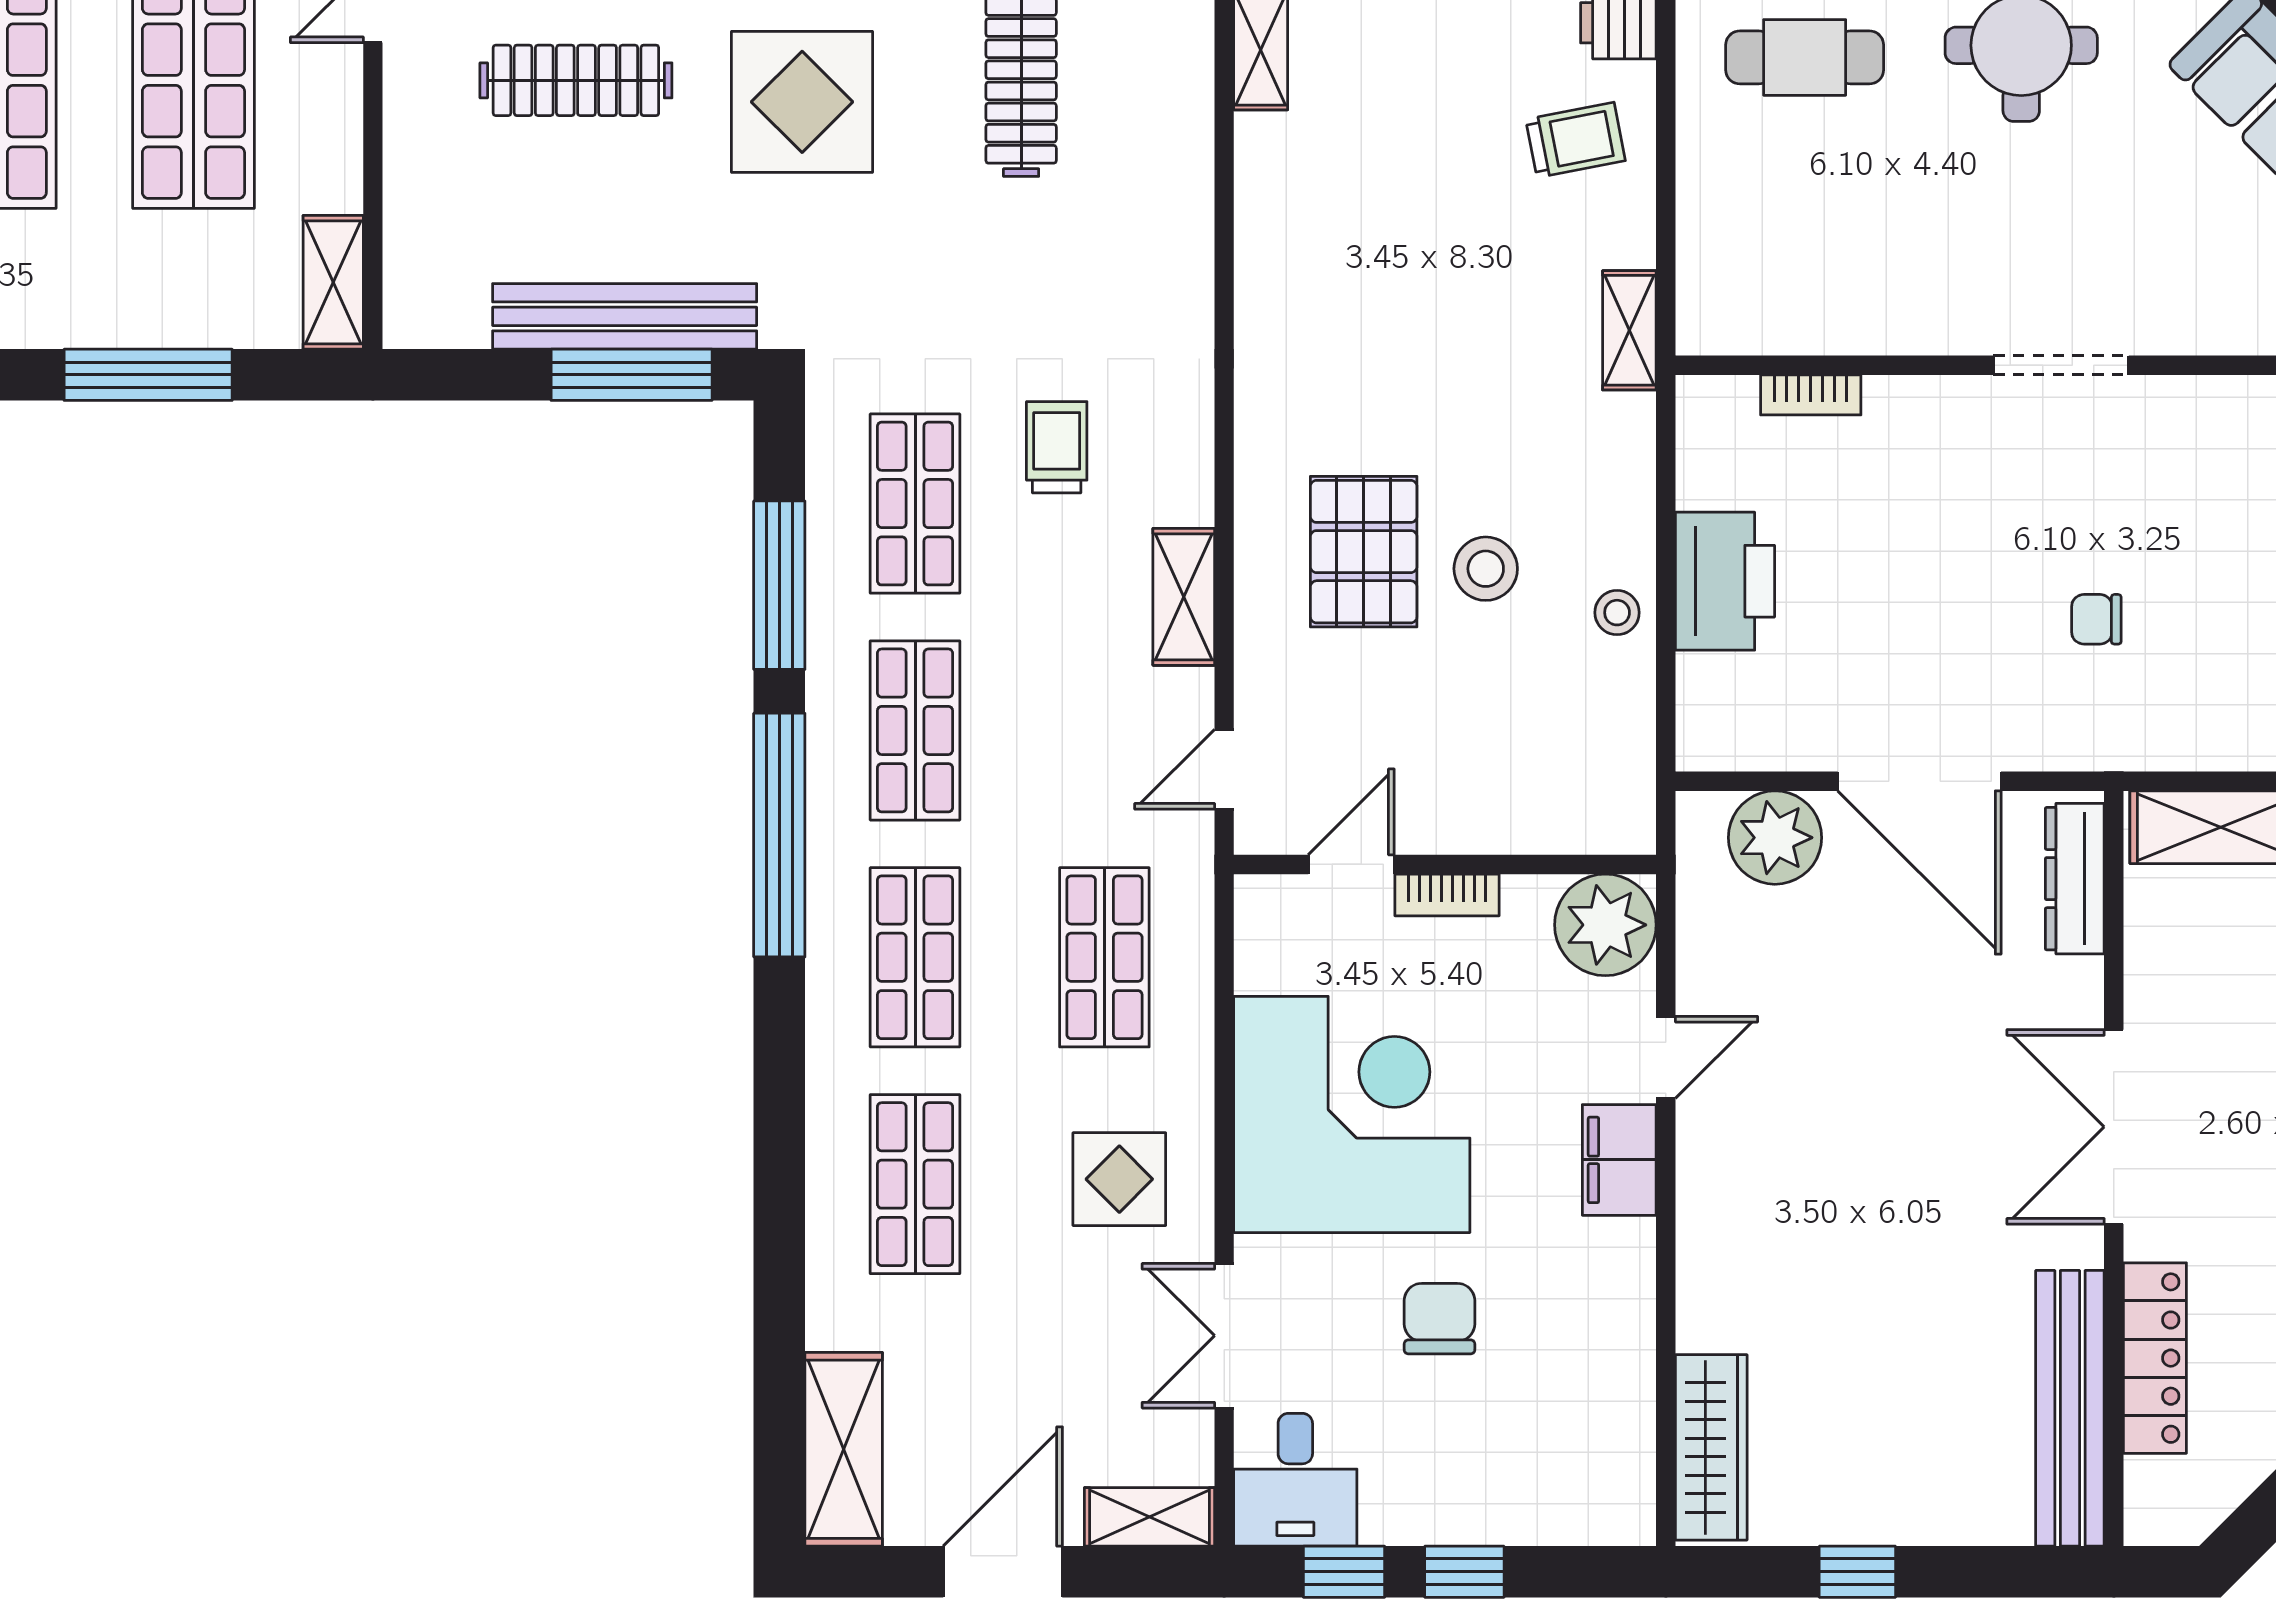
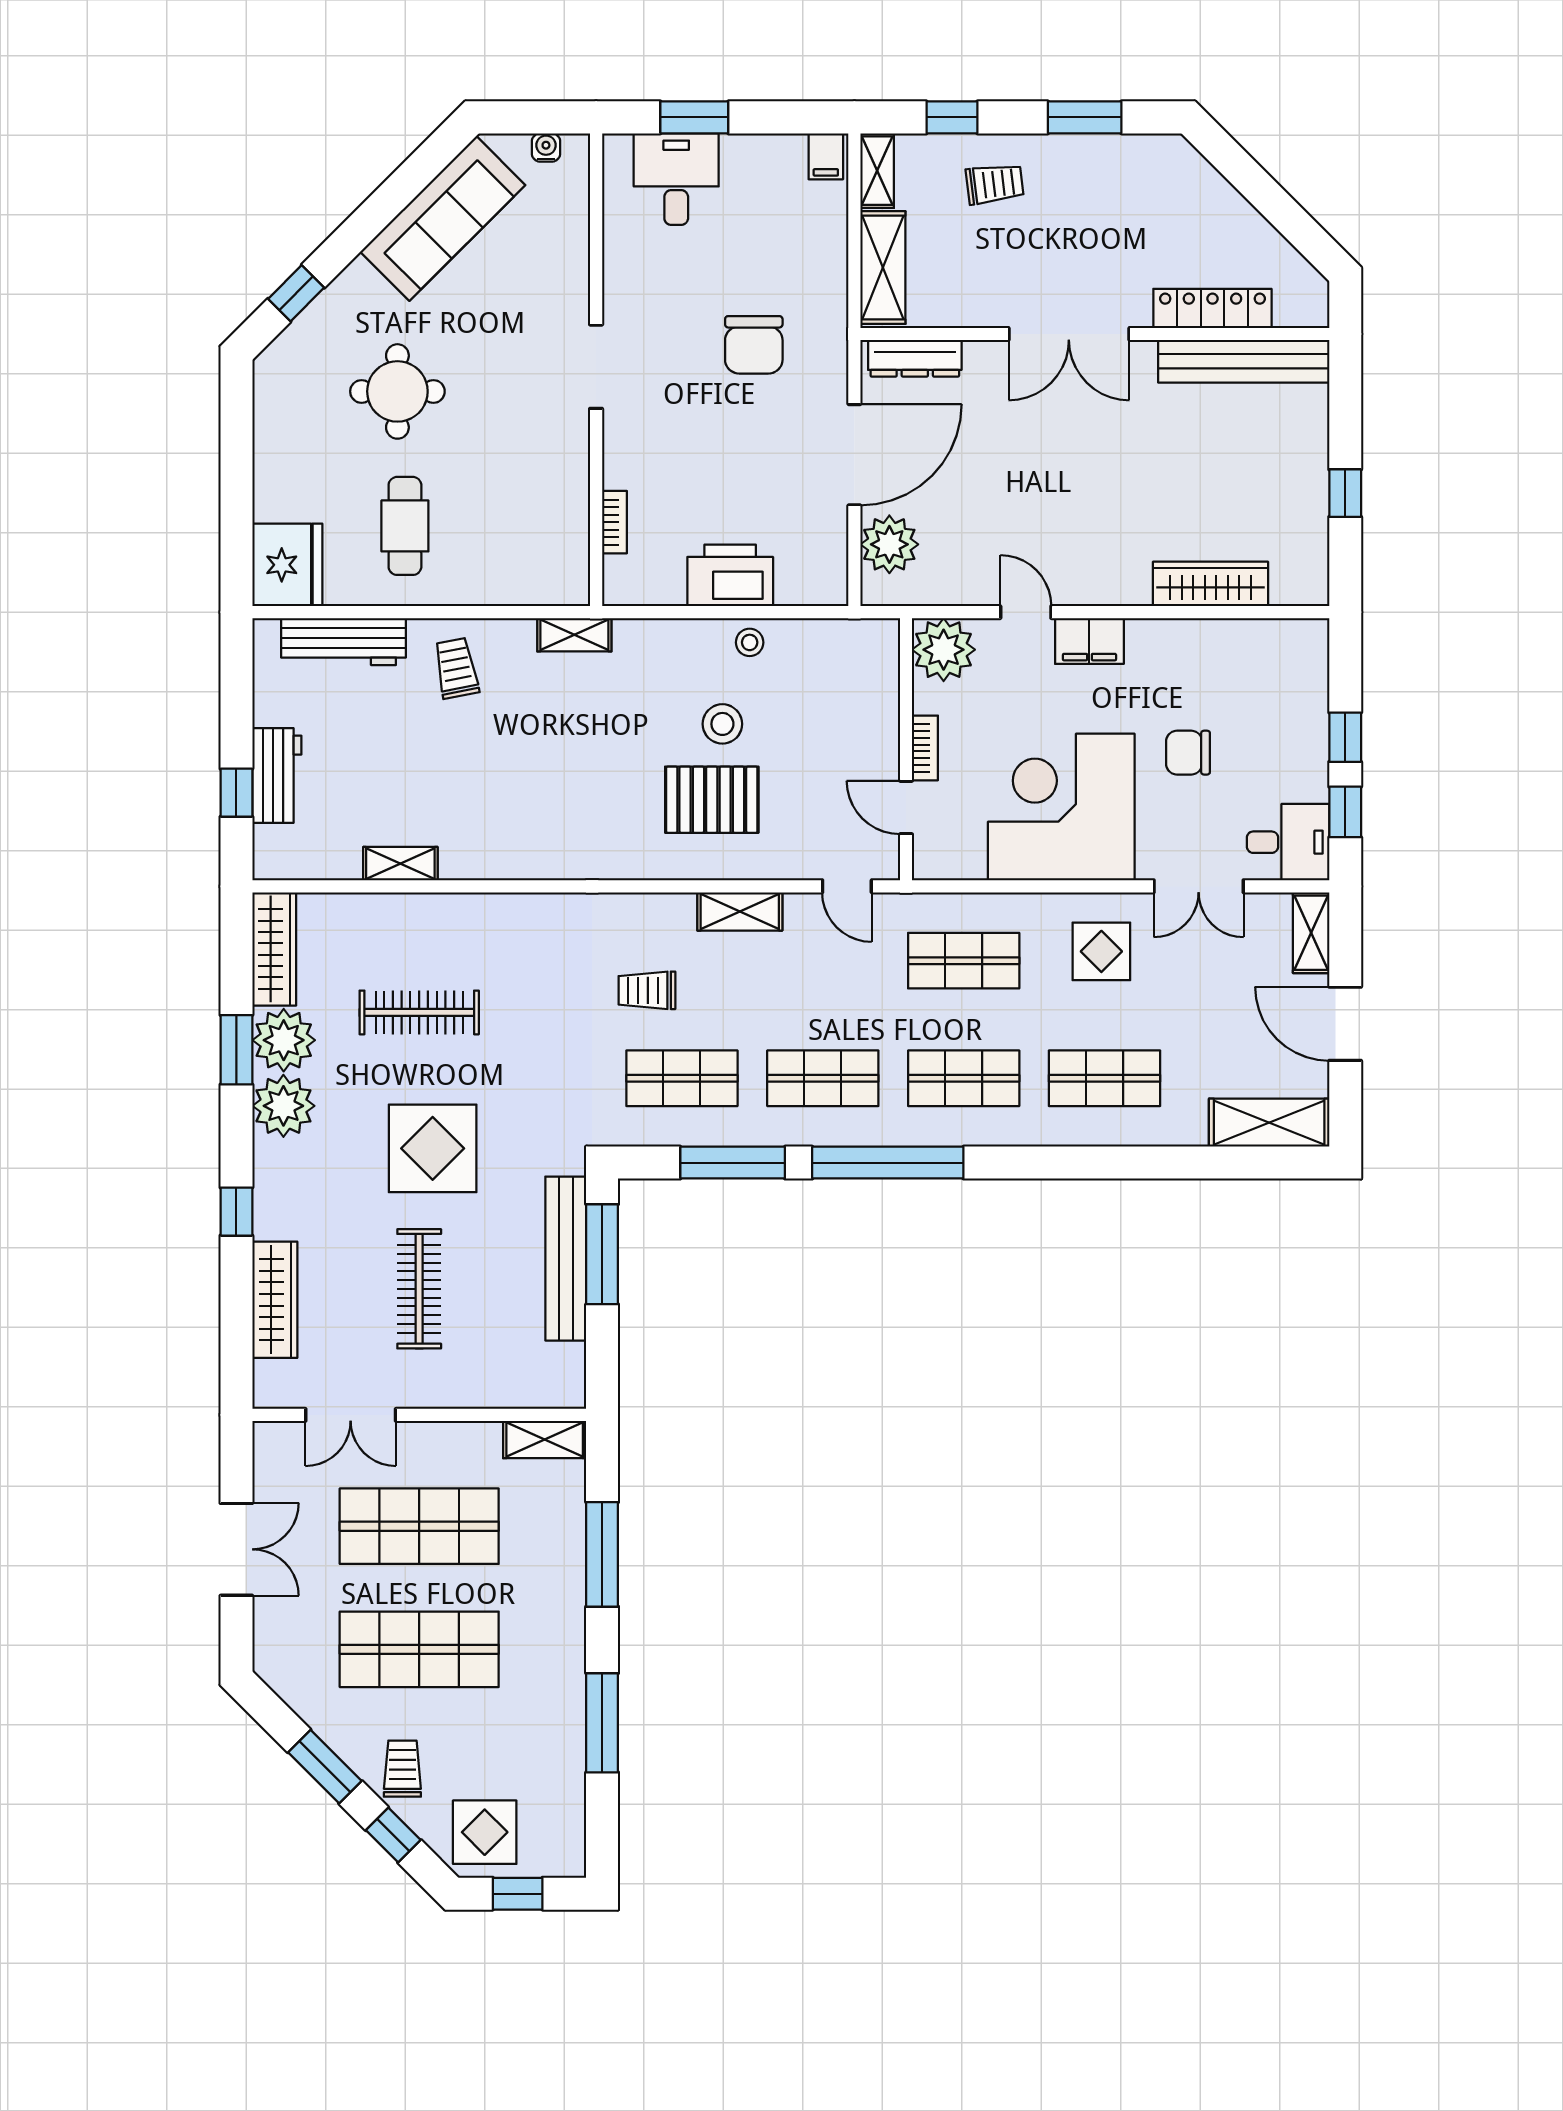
chair: (2096, 619) -> (754, 345), width x1.87, depth x1.87
wardrobe: (1711, 1447) -> (1211, 584), moved

